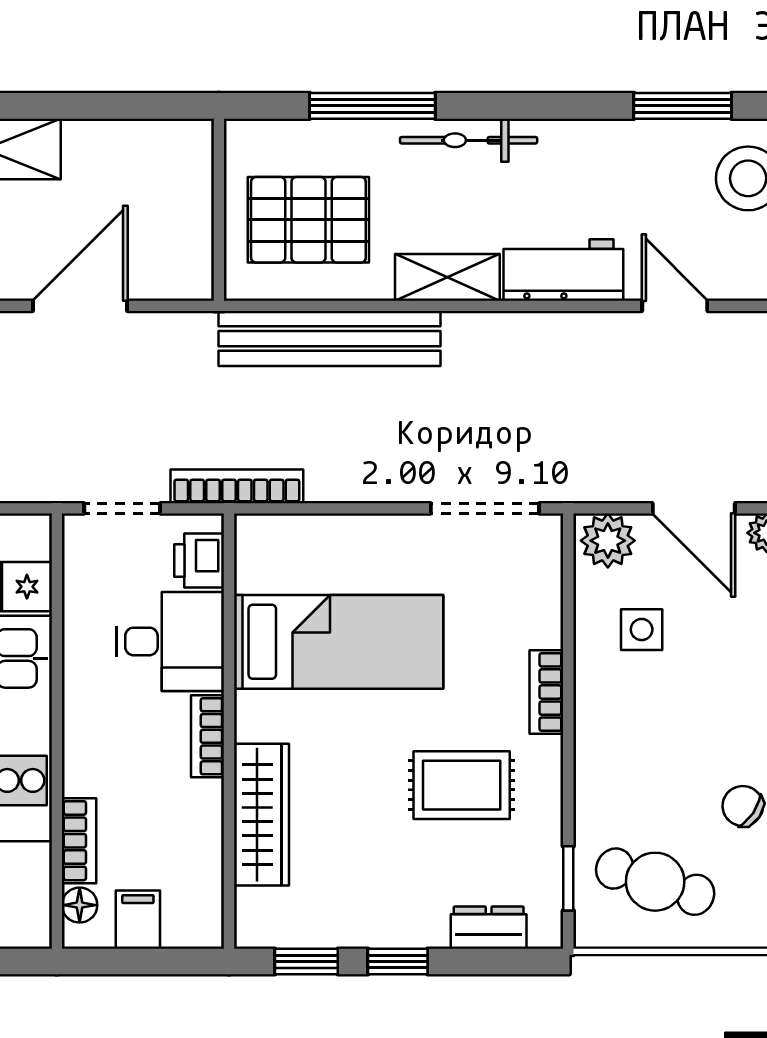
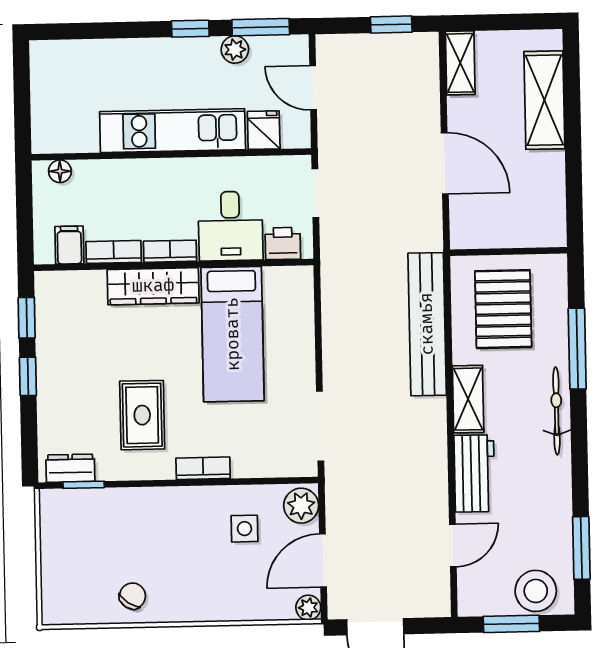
bookcase: (237, 486) -> (331, 267), removed
wardrobe: (262, 815) -> (153, 286), moved
bookcase: (79, 841) -> (114, 252), moved, turned 180
cafe table: (655, 882) -> (83, 541), removed
filing cabinet: (138, 920) -> (69, 245), moved, turned -90
dresser: (489, 928) -> (70, 468), moved, turned -90

